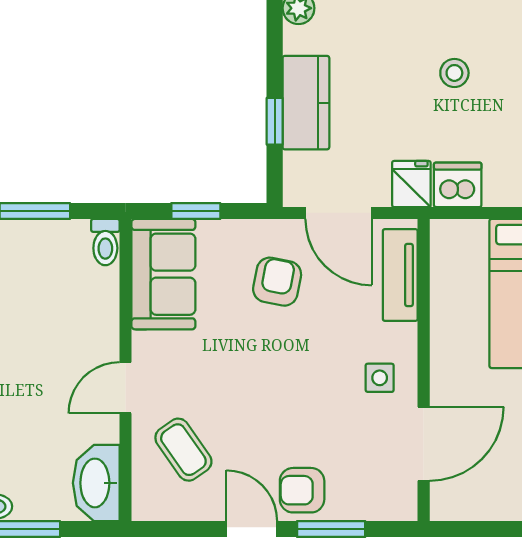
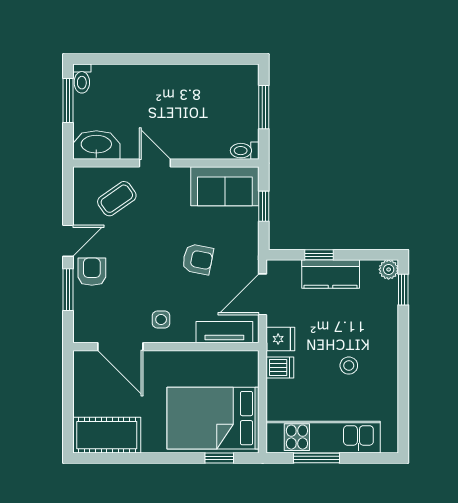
dishwasher: (458, 185) -> (280, 368), width x0.73
armchair: (277, 282) -> (198, 259), moved

